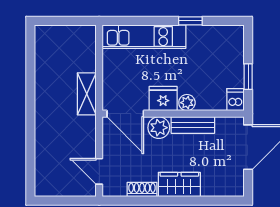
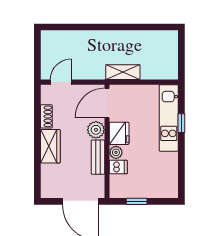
window: (190, 21) -> (181, 123), moved
dishwasher: (235, 100) -> (118, 167), moved

